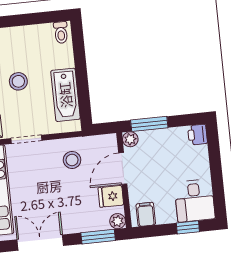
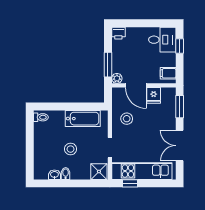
plant: (118, 221) -> (171, 92), removed

